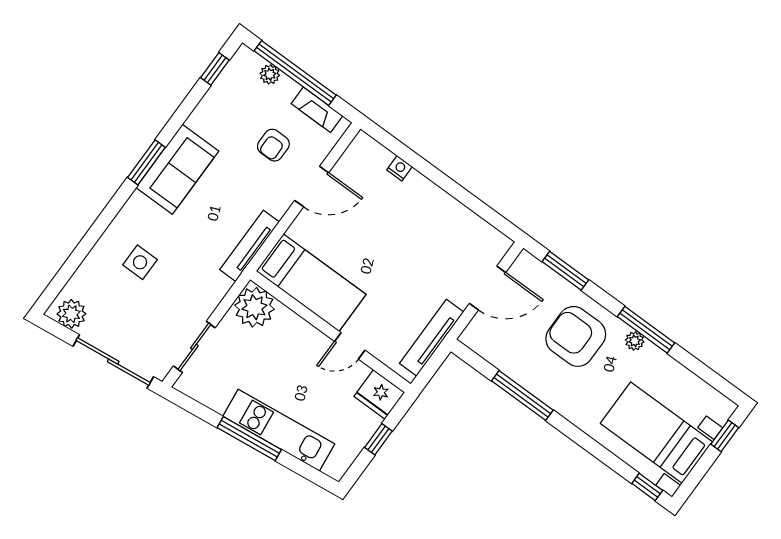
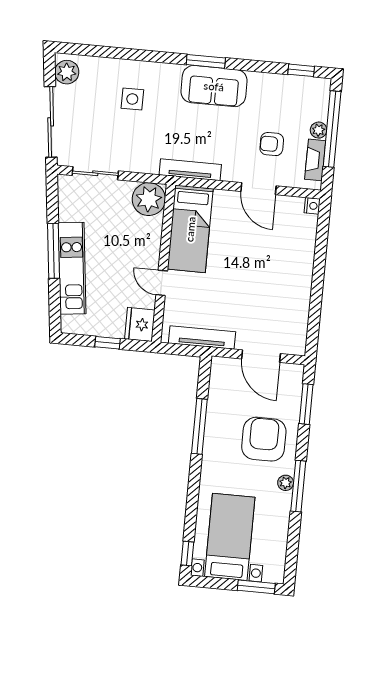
plant: (270, 74) -> (319, 130), moved
nightstand: (400, 168) -> (312, 206), moved
window: (725, 436) -> (256, 587), width x1.50

